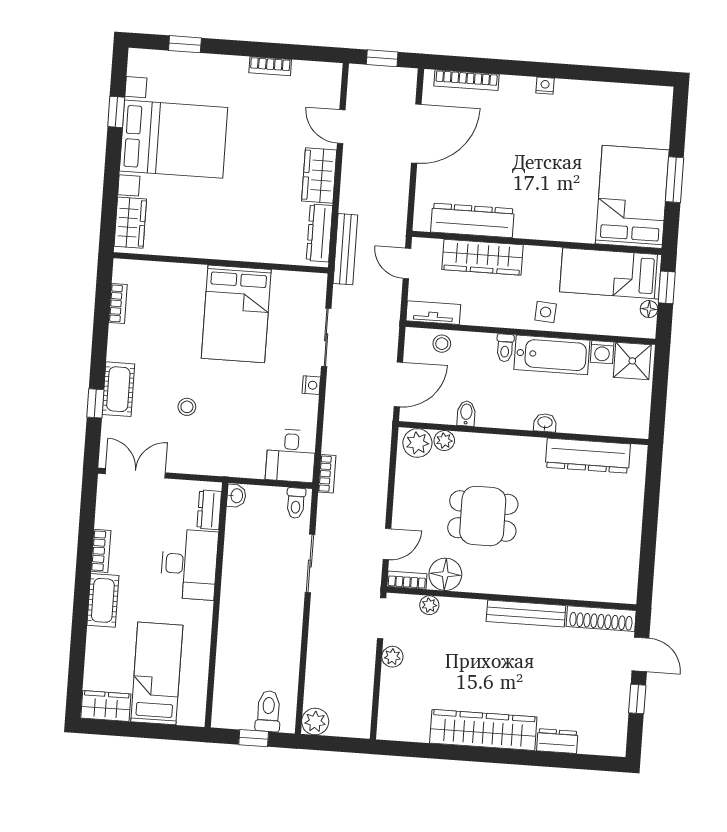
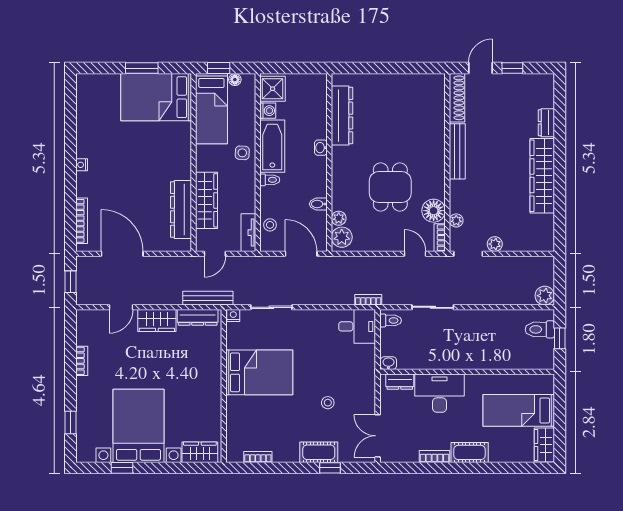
nightstand: (311, 385) -> (233, 315), moved

